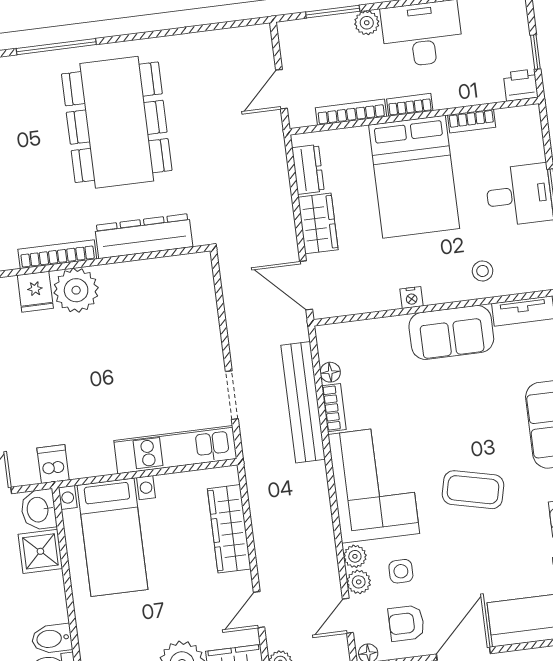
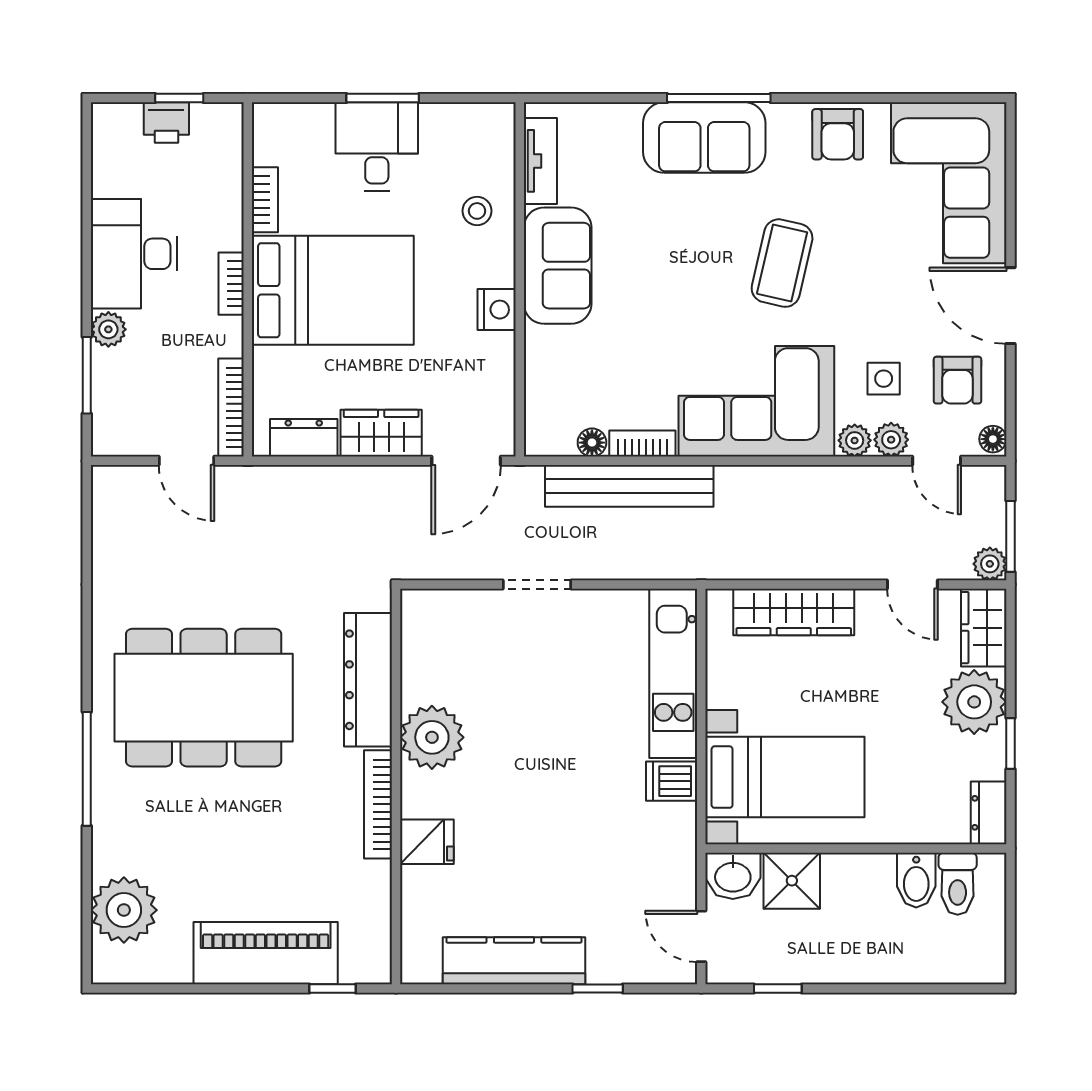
printer: (521, 85) -> (166, 123), moved, turned -90
bookcase: (351, 112) -> (231, 408), moved
plant: (76, 290) -> (432, 737), moved
nightstand: (411, 298) -> (497, 310), width x1.39, depth x1.35
doorway: (232, 395) -> (537, 585), moved
dishwasher: (53, 464) -> (672, 781), moved

